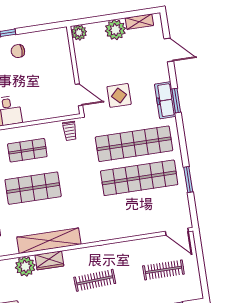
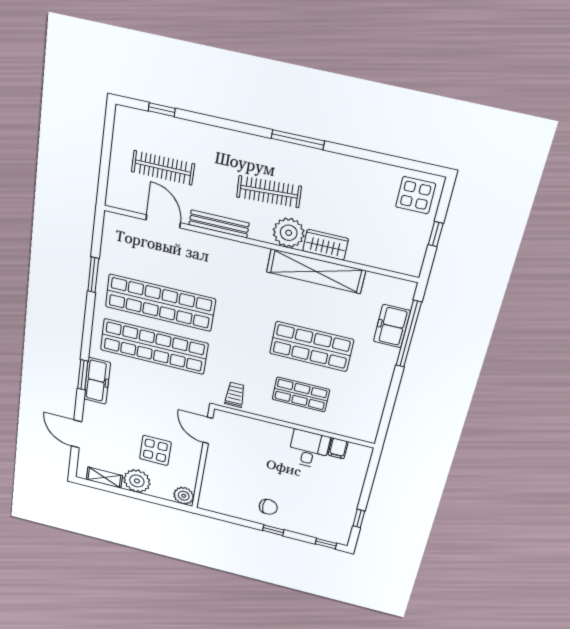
display table: (119, 95) -> (155, 450), moved
door: (177, 232) -> (163, 221), moved
bench: (118, 248) -> (219, 224), added
plant: (25, 266) -> (289, 233), moved

